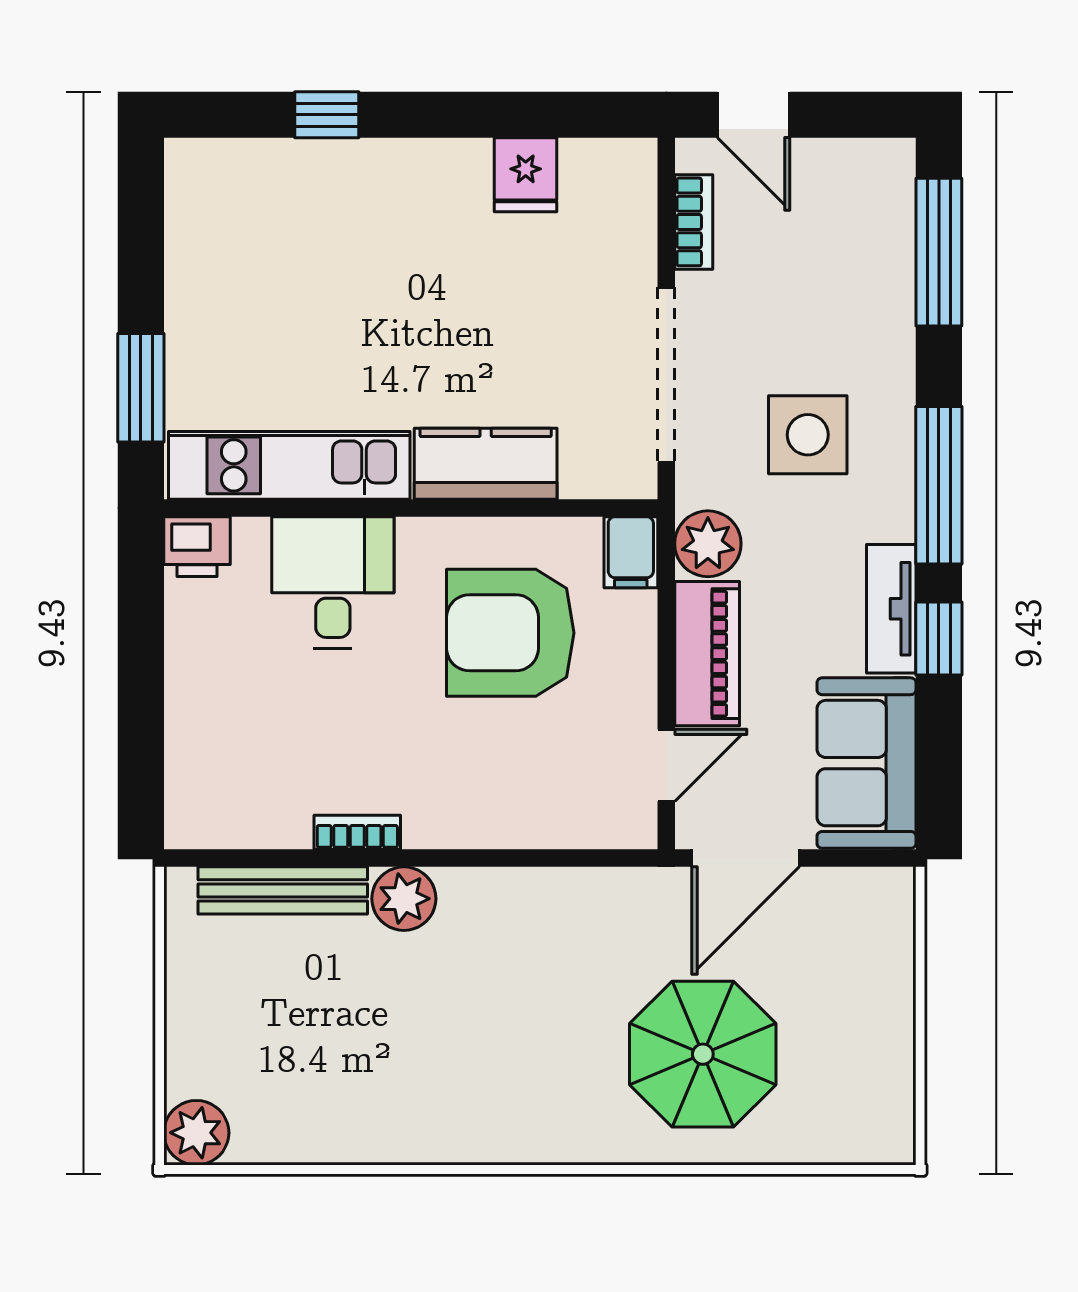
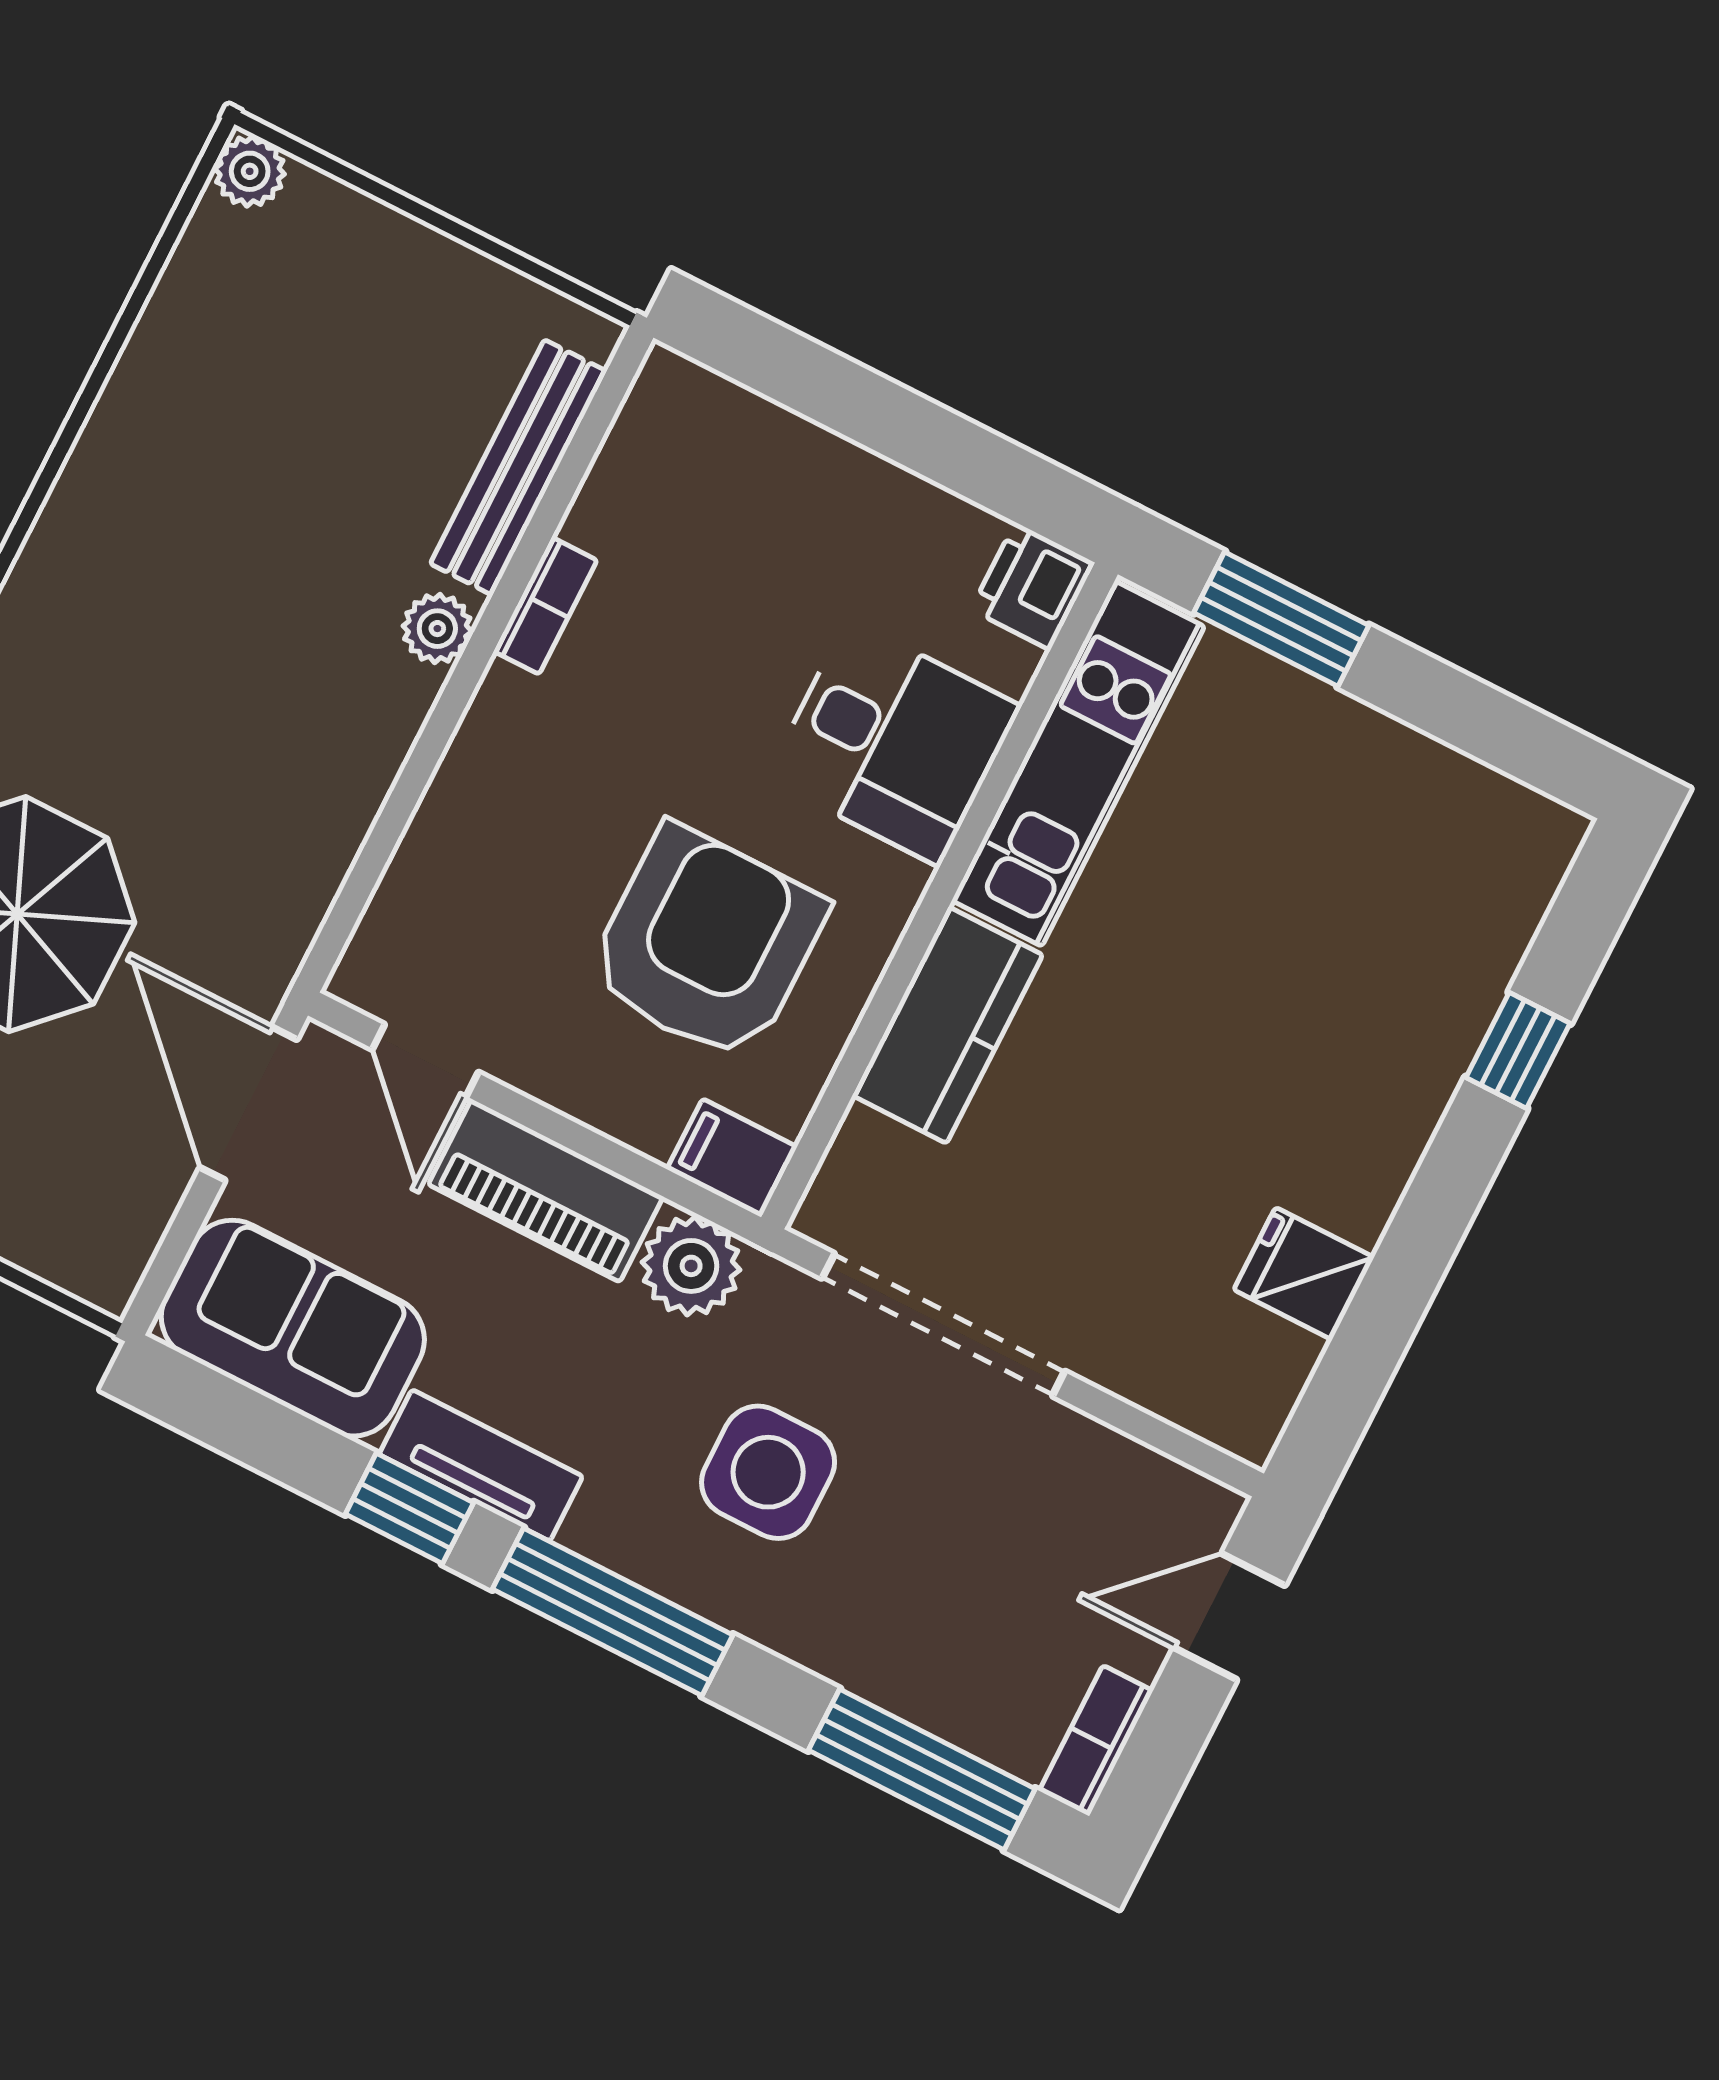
bookcase: (694, 222) -> (1096, 1741), moved, turned 90
plant: (404, 899) -> (437, 629), width x0.73, depth x0.73
plant: (196, 1133) -> (250, 171), width x0.73, depth x0.73

